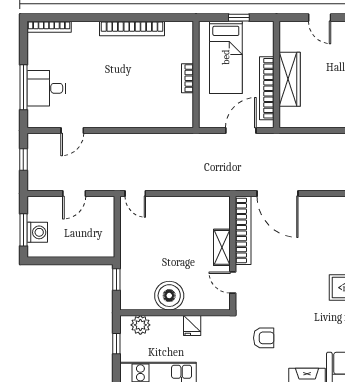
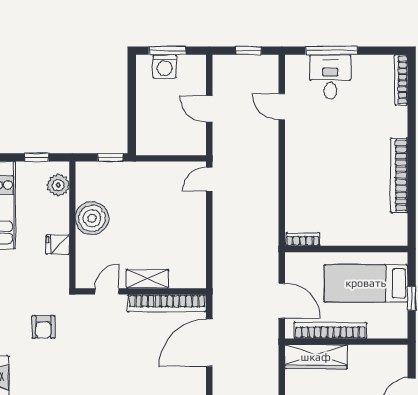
bookcase: (187, 78) -> (303, 239), moved
wardrobe: (290, 79) -> (316, 357), moved

